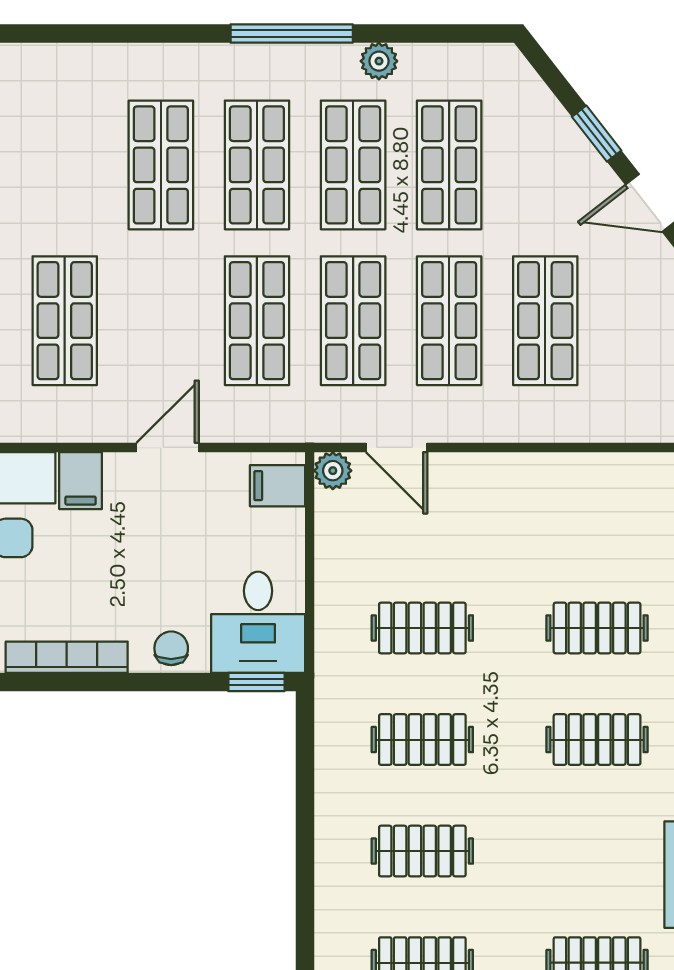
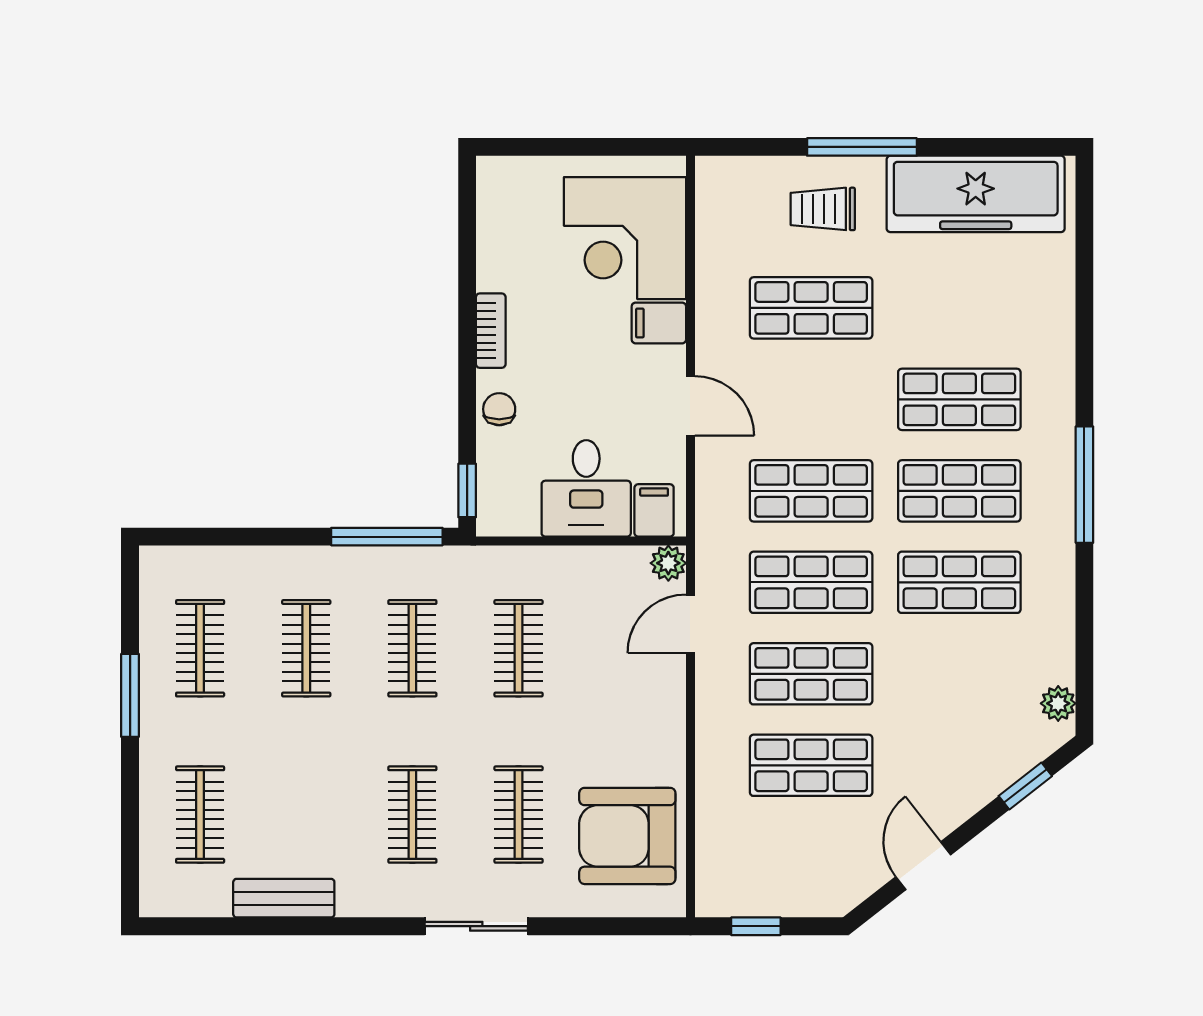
window: (292, 34) -> (1084, 485), moved
plant: (379, 61) -> (1058, 703), moved
window: (597, 134) -> (1025, 786), moved
shop shelf: (449, 165) -> (959, 674), removed
armchair: (619, 514) -> (627, 836), added
desk: (258, 622) -> (586, 488), moved, turned -90
chair: (171, 648) -> (499, 409), turned -90
bookcase: (67, 657) -> (491, 331), width x0.64
window: (305, 766) -> (387, 537), added

